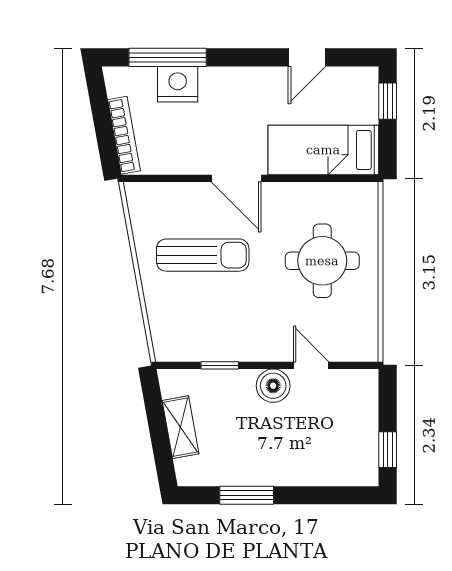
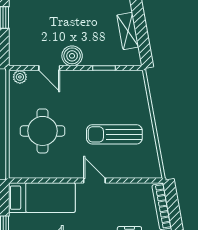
door: (236, 178) -> (94, 180), width x0.73
plant: (360, 351) -> (20, 77), added

